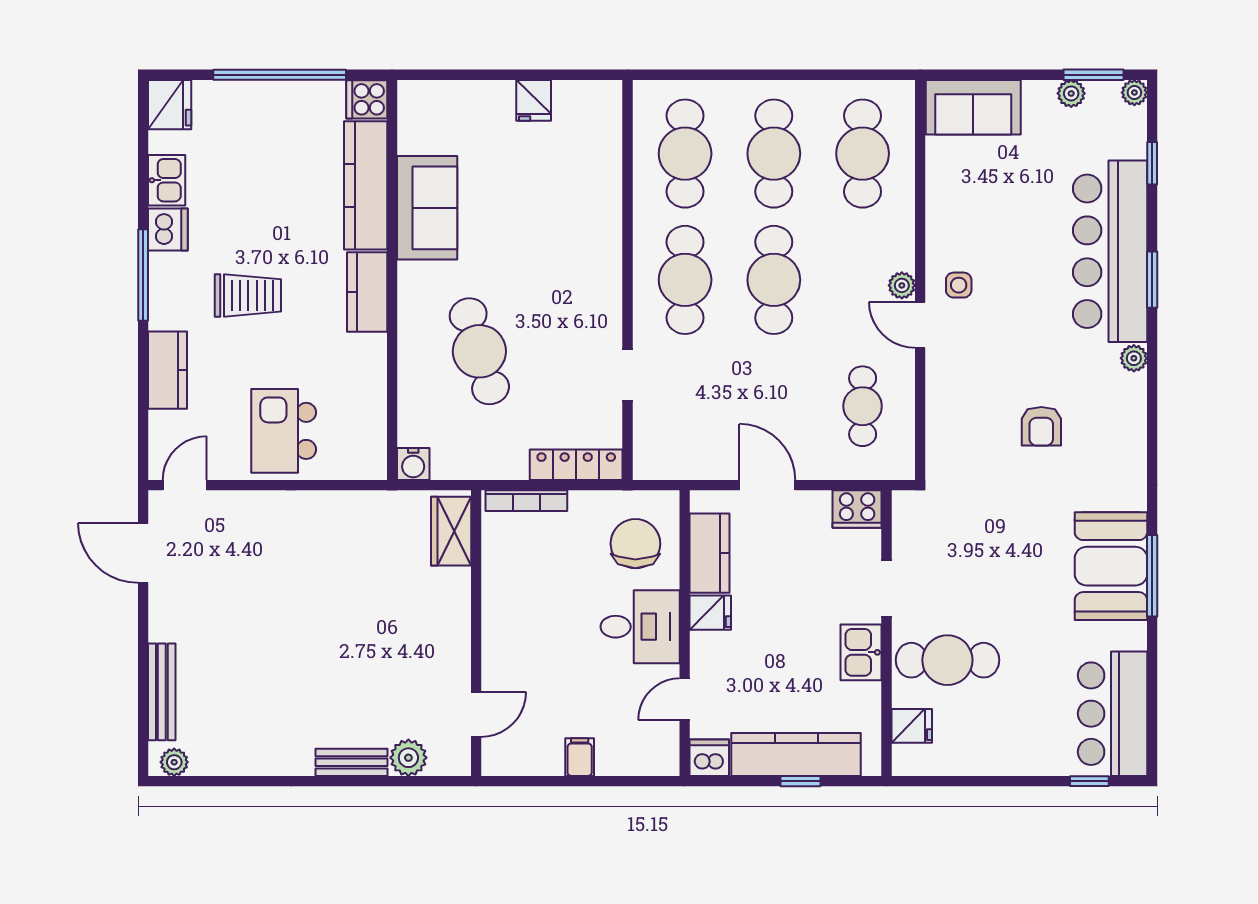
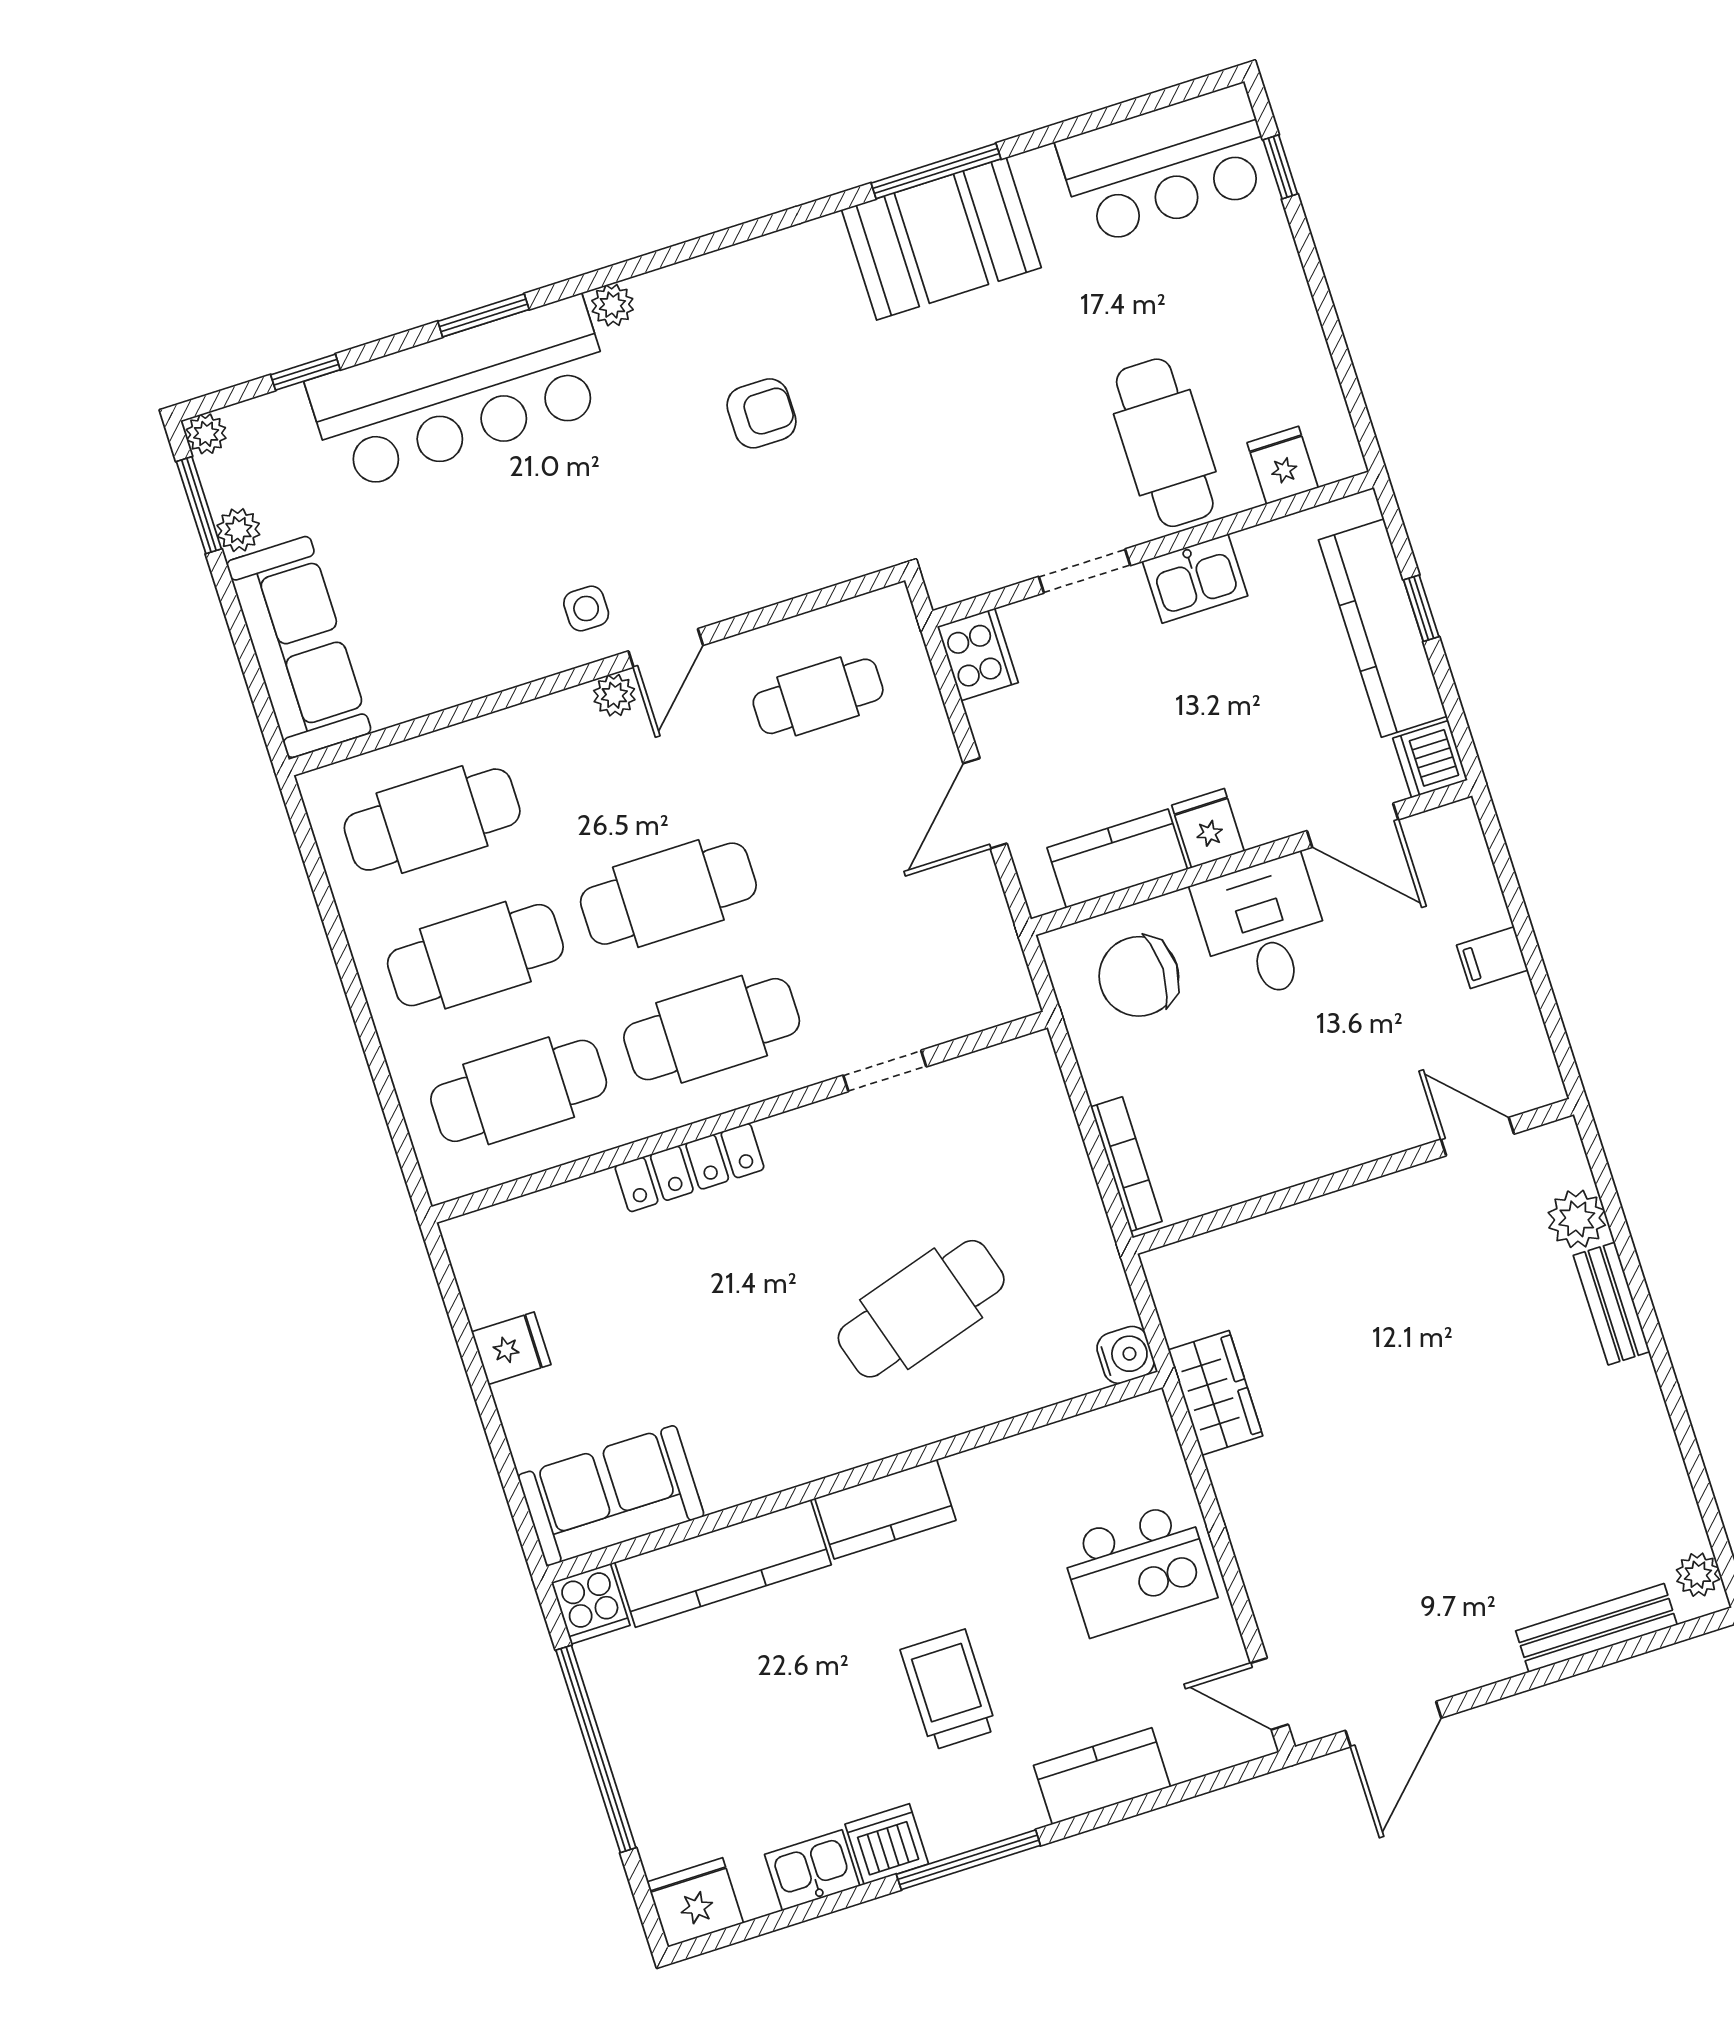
sofa: (973, 107) -> (299, 647), width x1.36
sofa: (427, 208) -> (611, 1496), moved
locker: (576, 465) -> (690, 1167), moved, turned -90
wardrobe: (451, 531) -> (1215, 1393), moved, turned -90
door: (685, 699) -> (1353, 825), width x1.38

